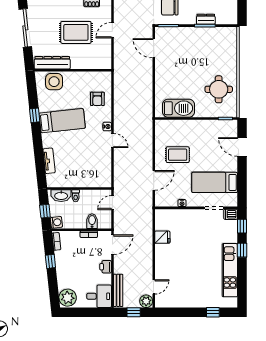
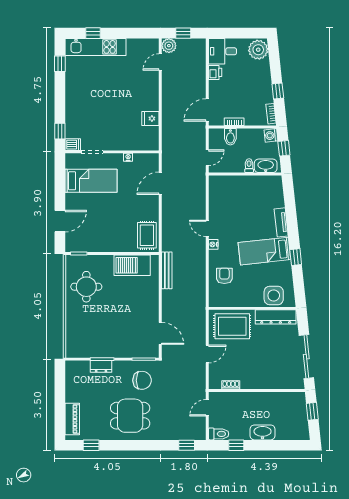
rug: (76, 32) -> (232, 326), moved
door: (242, 147) -> (60, 221), hinge flipped
rug: (178, 155) -> (147, 235), moved, turned 90
tv unit: (49, 161) -> (281, 222), moved
window: (242, 250) -> (60, 64), moved
printer: (106, 267) -> (215, 72), moved
kitchen unit: (230, 270) -> (96, 47), moved, turned 90
bench: (118, 290) -> (167, 270), moved

